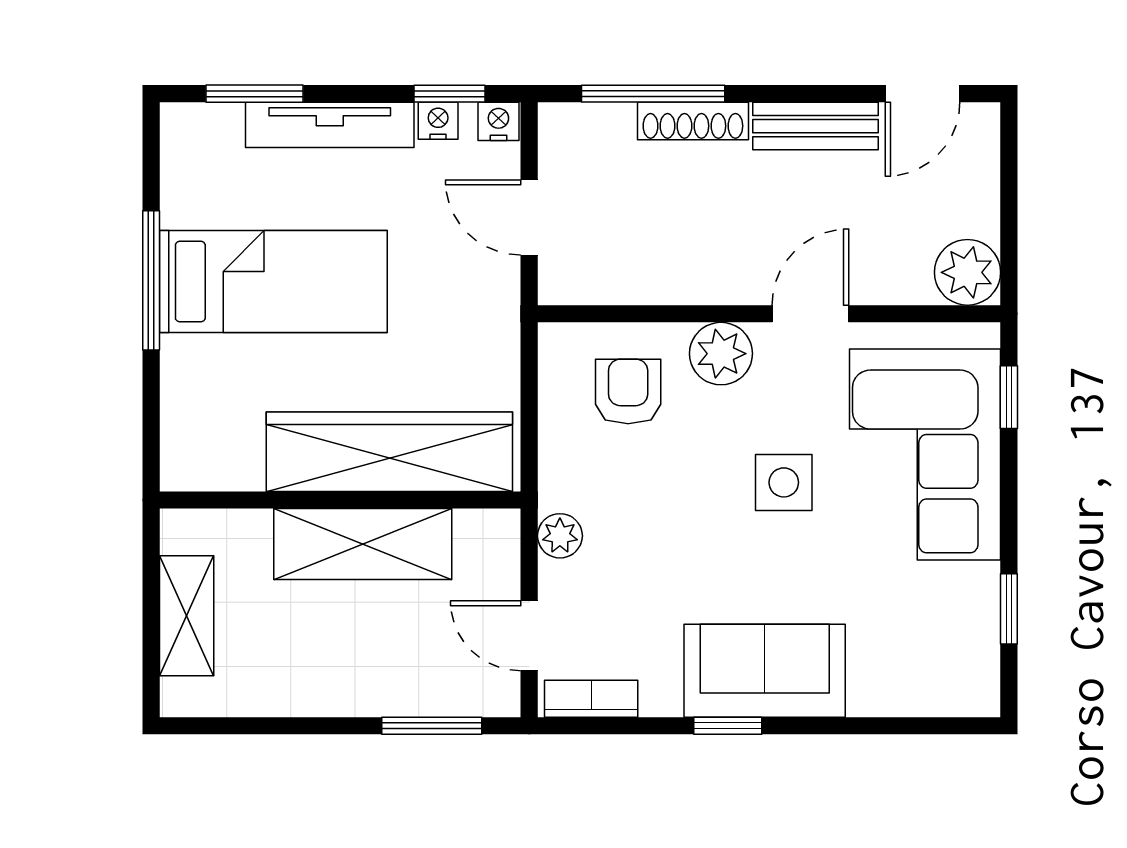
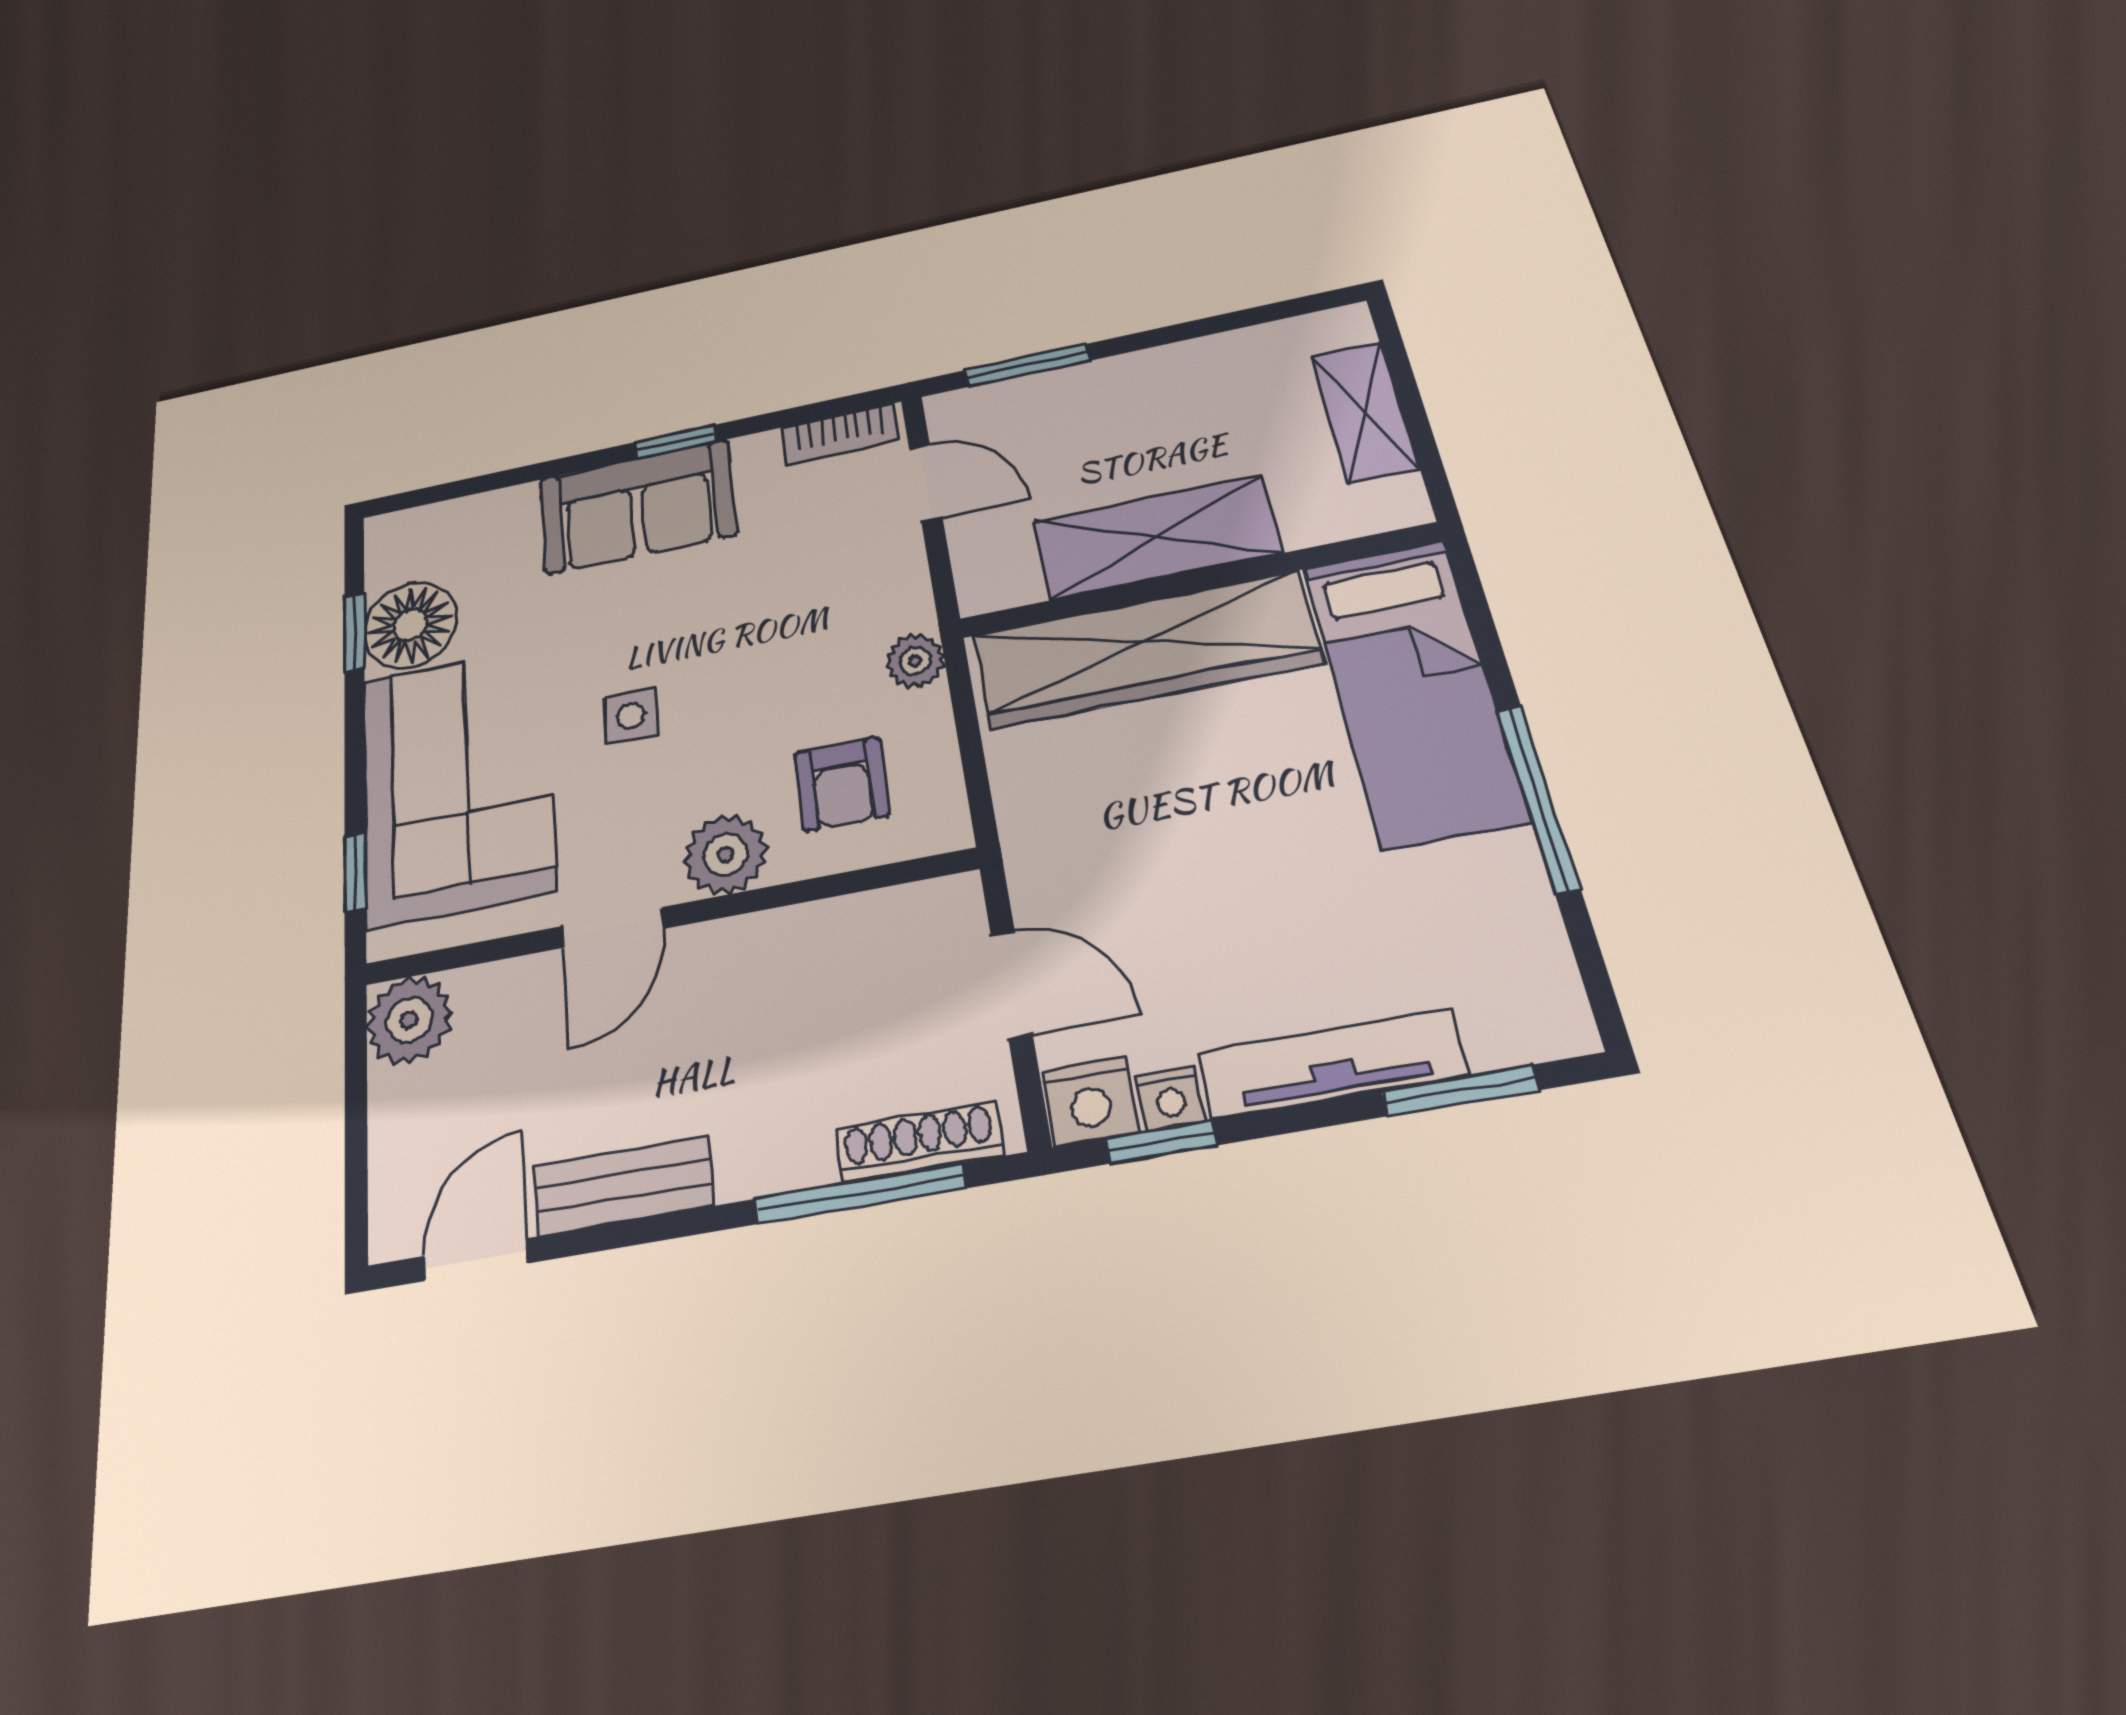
nightstand: (498, 121) -> (1090, 1101), width x1.39, depth x1.35
shoe rack: (693, 121) -> (919, 1142), moved
bed: (273, 282) -> (1413, 690), moved, turned -90
side table: (784, 482) -> (631, 716), width x0.73, depth x0.73
plant: (560, 536) -> (915, 661), moved
floor lamp: (961, 604) -> (410, 625), added

